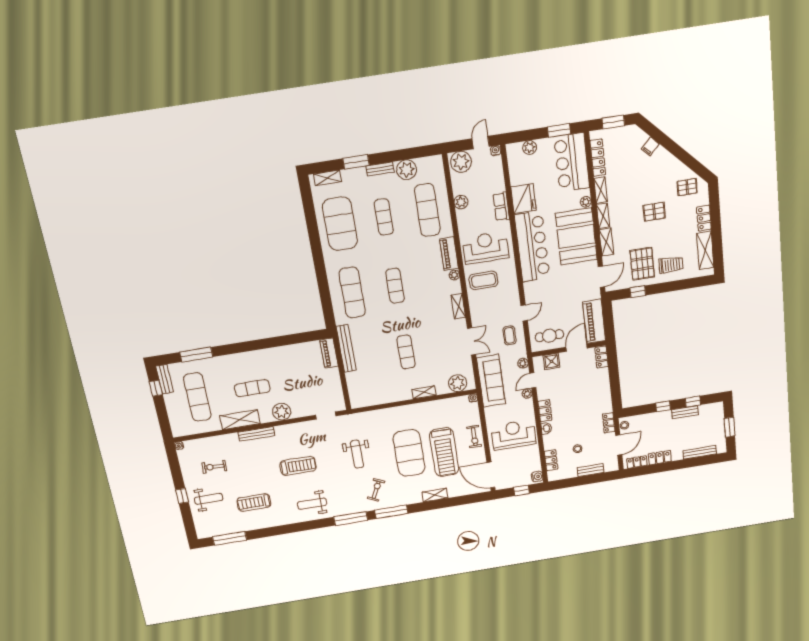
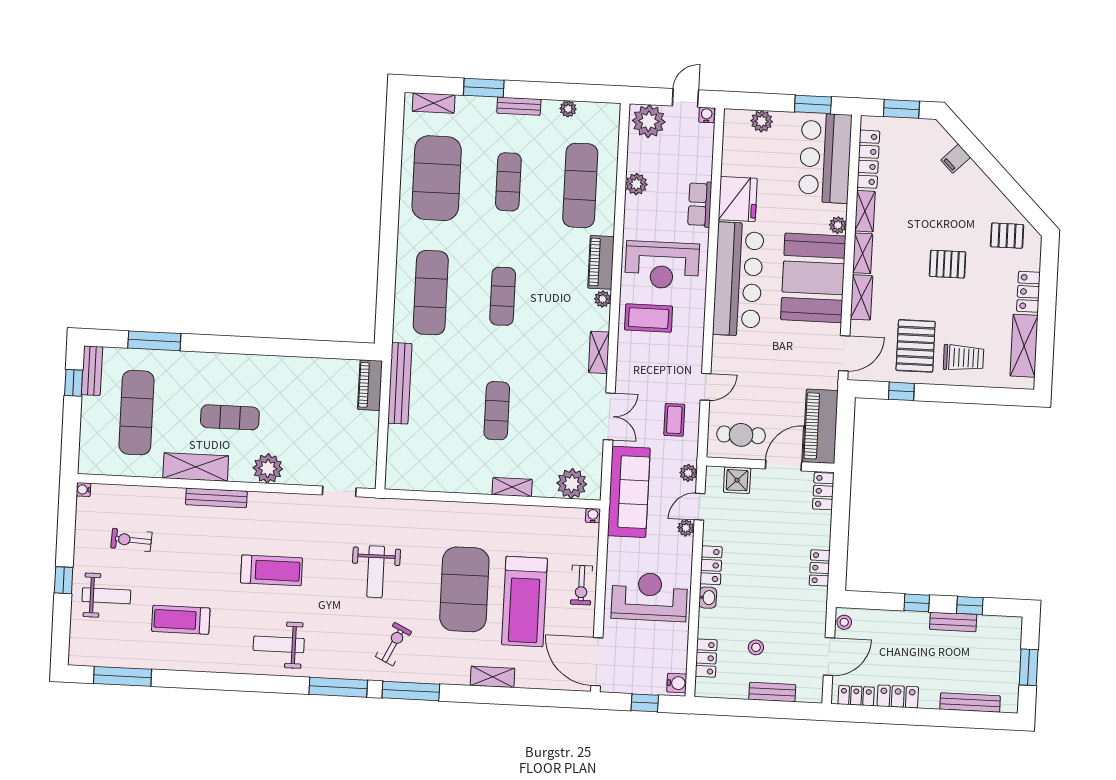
plant: (407, 170) -> (568, 109), width x0.53, depth x0.53
reception desk: (486, 248) -> (662, 265), turned 180
locker: (609, 423) -> (820, 568), moved

